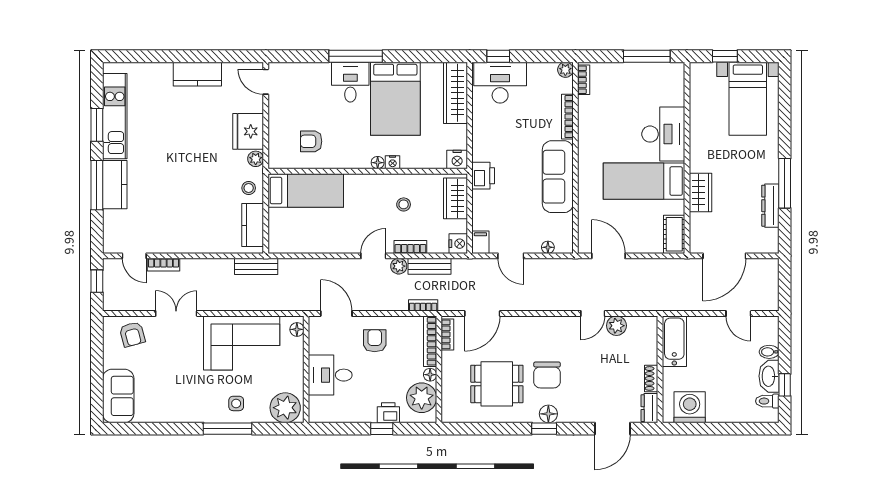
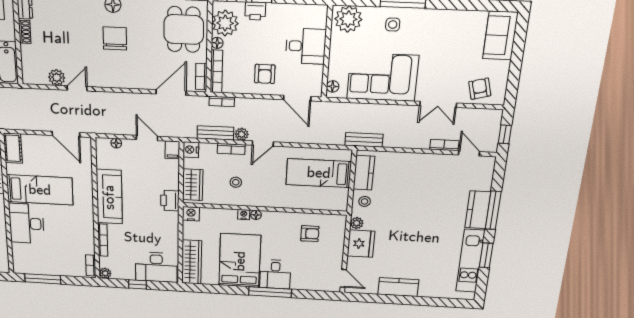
window: (498, 56) -> (137, 284), moved
bed: (306, 190) -> (319, 173), moved
dining table: (497, 384) -> (184, 29), moved, turned 90

